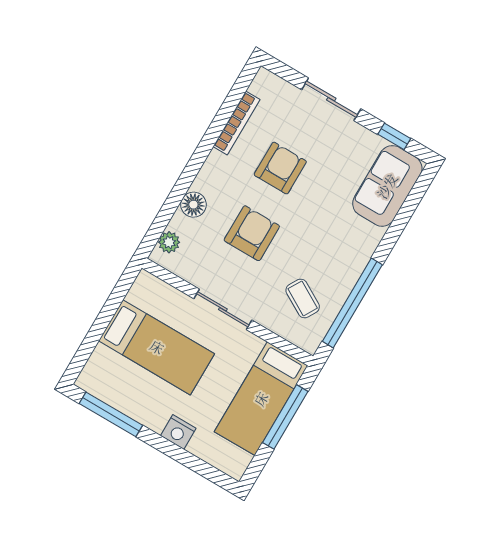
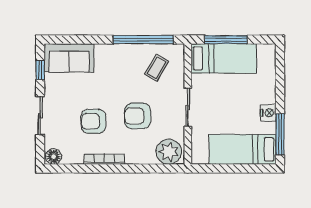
bookcase: (236, 123) -> (104, 159), moved
floor lamp: (193, 205) -> (54, 156), moved
plant: (169, 242) -> (169, 152), width x1.87, depth x1.87
bed: (157, 347) -> (243, 149), moved, turned -90
nightstand: (178, 432) -> (268, 113), moved

